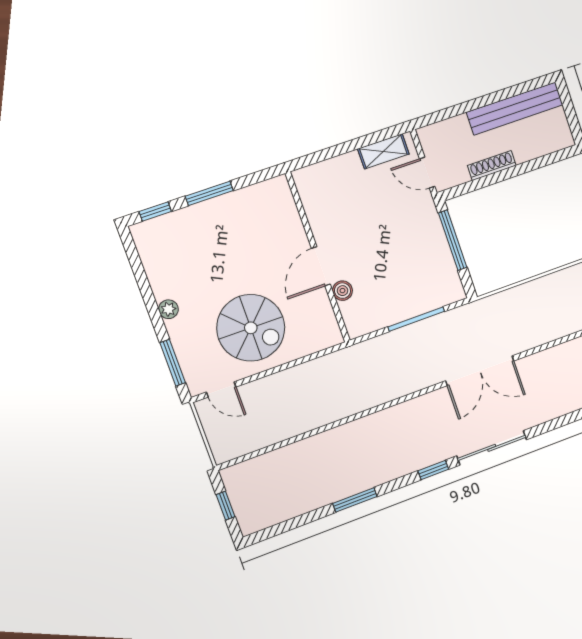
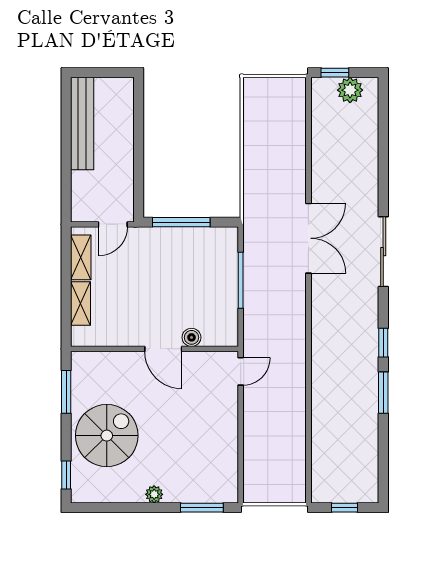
shoe rack: (492, 166) -> (126, 163), removed
shelving: (337, 167) -> (80, 303), added
window: (209, 193) -> (66, 392), moved
spiral stairs: (251, 328) -> (107, 436), moved
door: (221, 390) -> (241, 371), moved
window: (433, 470) -> (383, 343), moved

